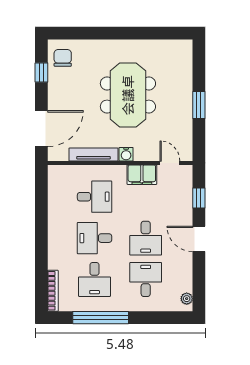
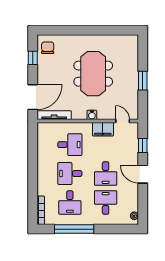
tv unit: (94, 154) -> (54, 115), moved

